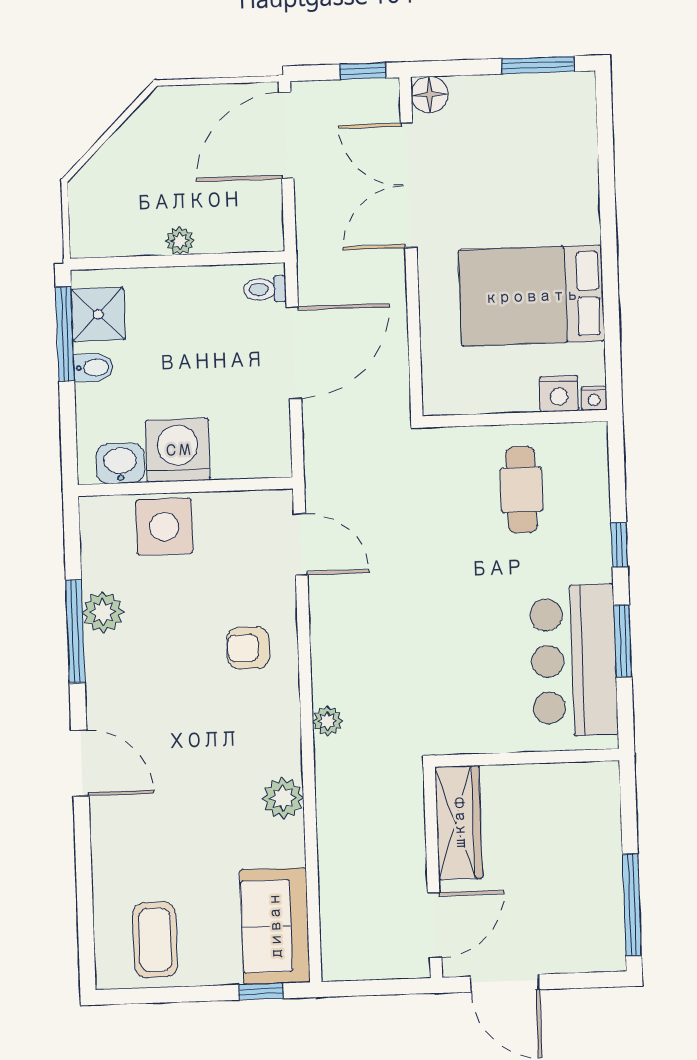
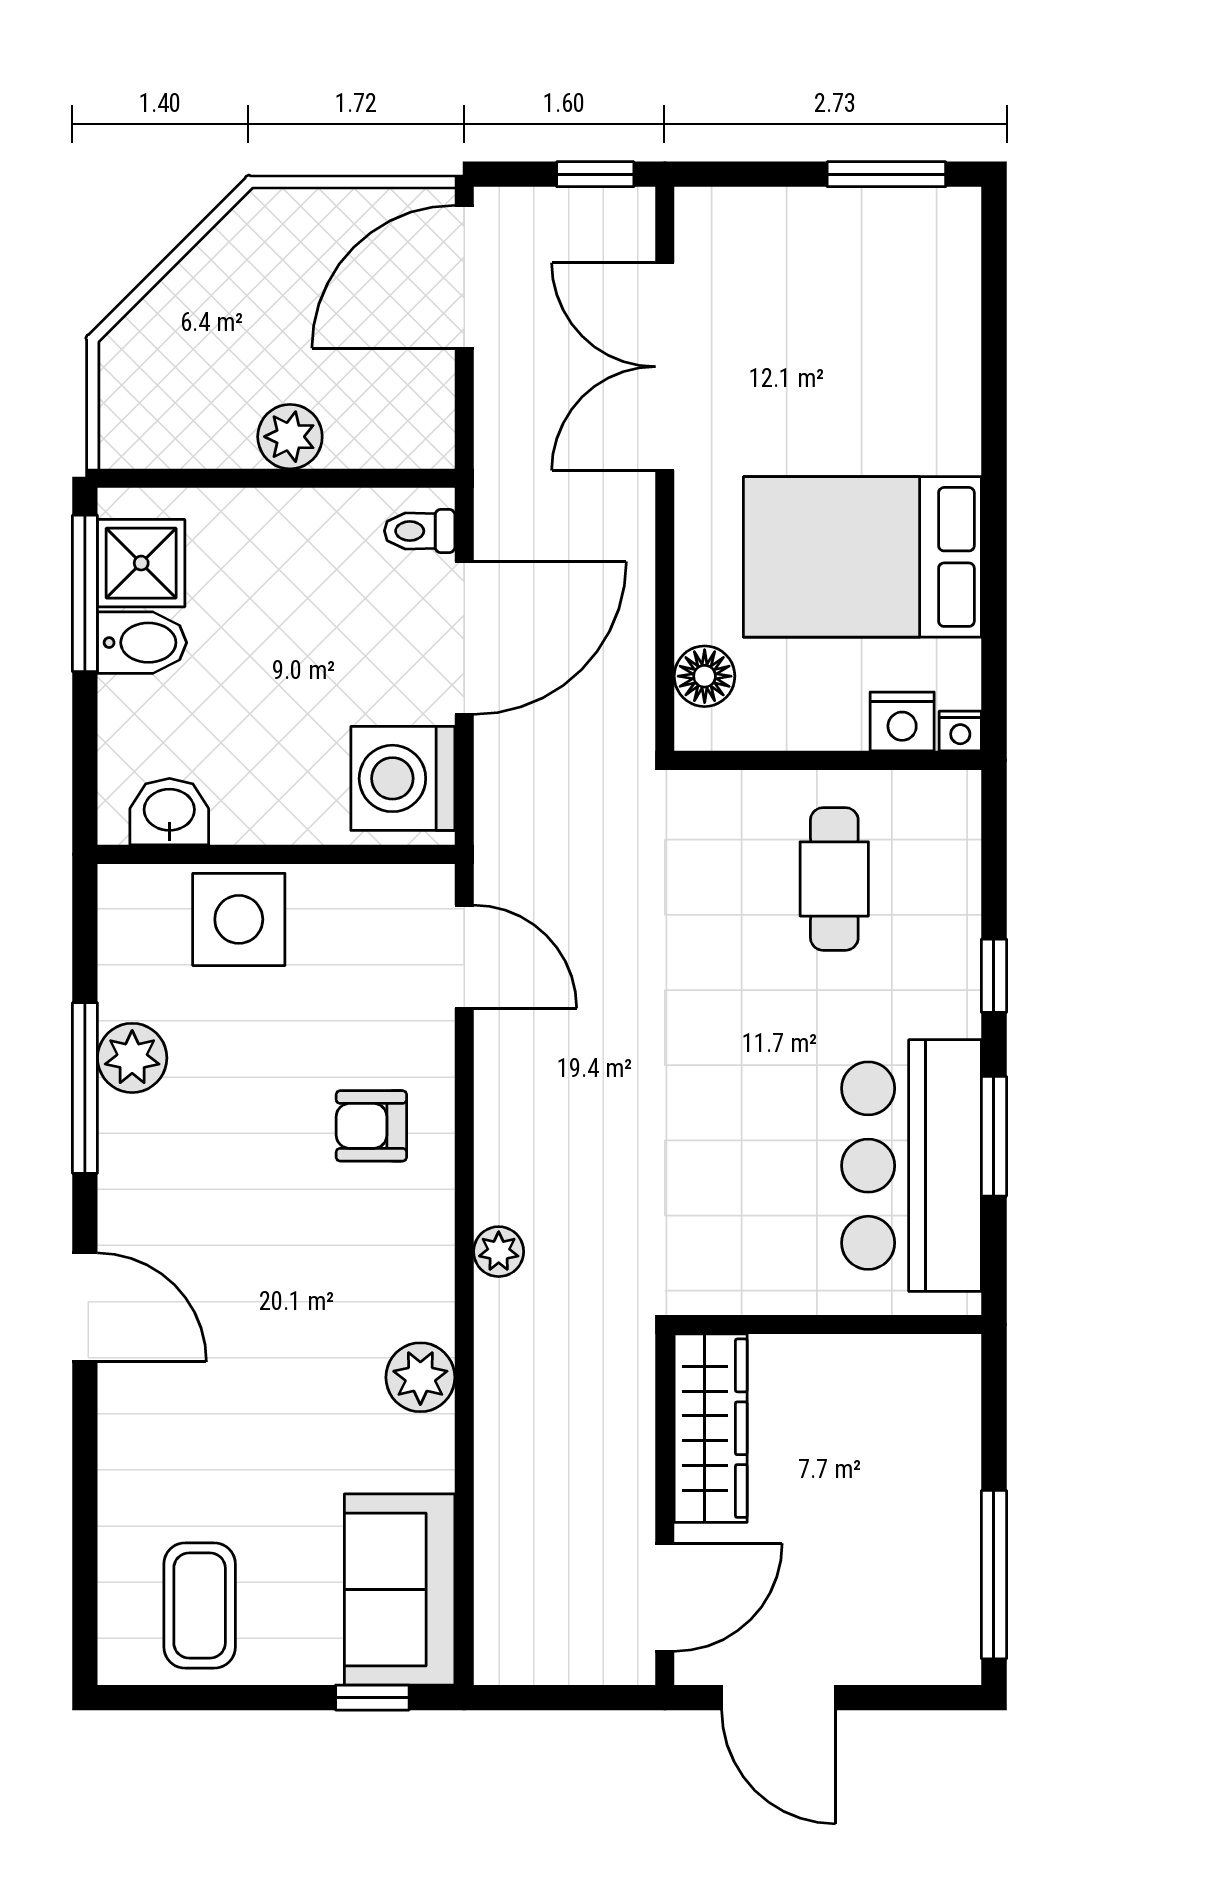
floor lamp: (429, 95) -> (705, 676), moved
plant: (180, 241) -> (290, 437), width x1.38, depth x1.38
bidet: (93, 368) -> (142, 643), width x1.38, depth x1.36
washing machine: (178, 450) -> (403, 778), moved, turned -90

